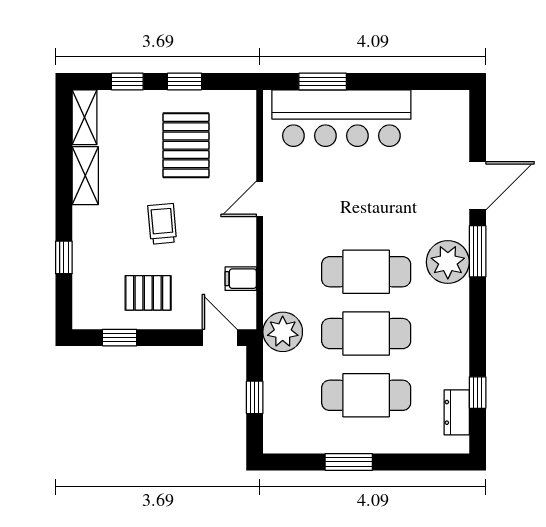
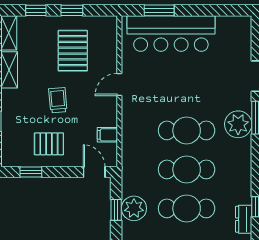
plant: (283, 332) -> (134, 208), moved

